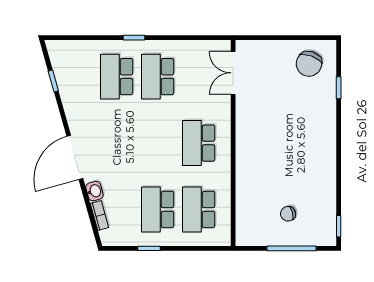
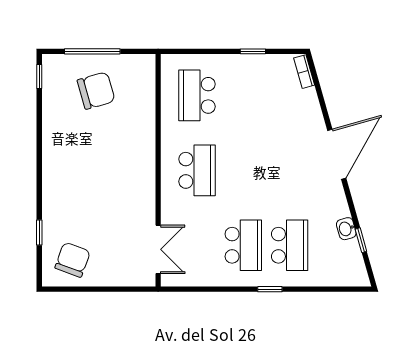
washbasin: (94, 191) -> (346, 229), moved
school desk: (158, 209) -> (243, 95), removed
school desk: (199, 209) -> (197, 95), turned 180
chair: (288, 214) -> (96, 91), width x1.87, depth x1.87
bookcase: (99, 215) -> (304, 72), moved

